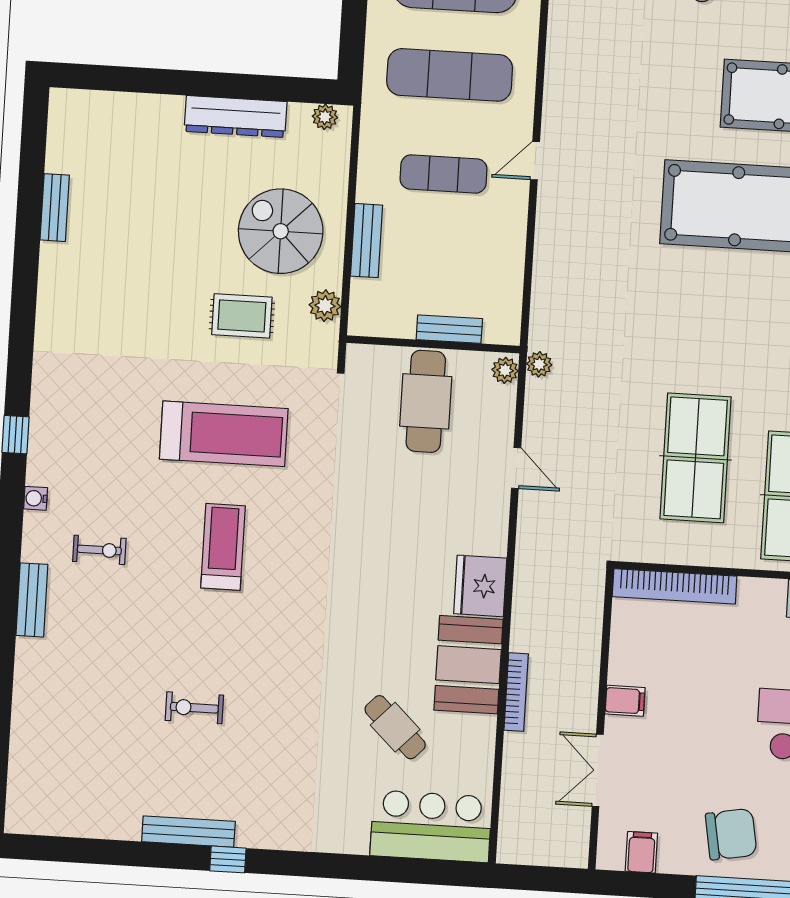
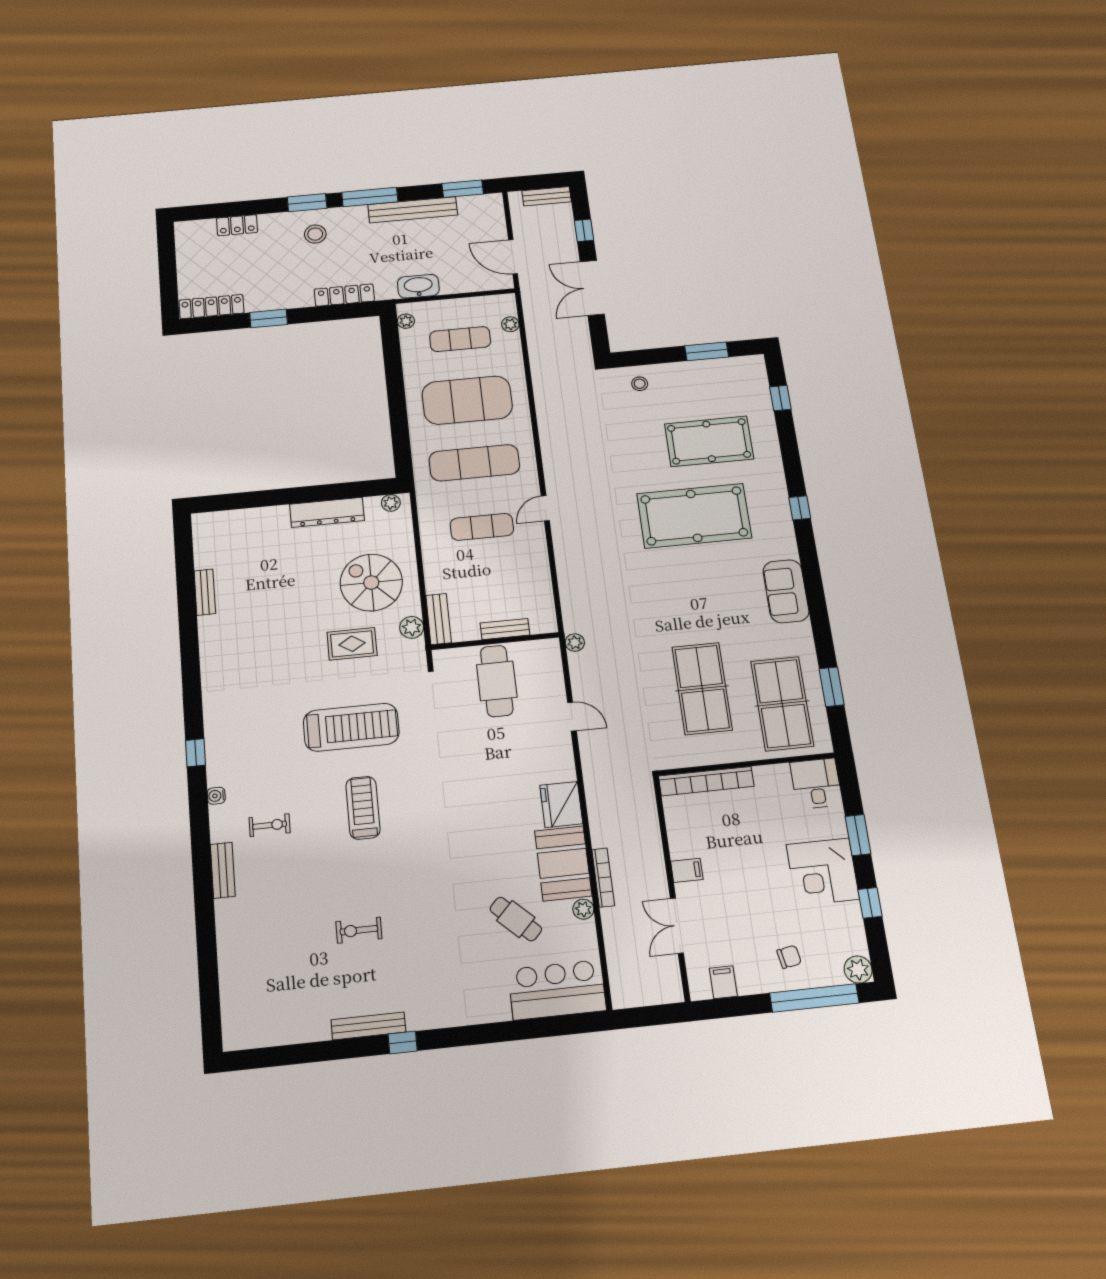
bench: (366, 241) -> (439, 619), moved
plant: (505, 370) -> (583, 909), moved
chair: (731, 834) -> (789, 957), width x0.54, depth x0.54

